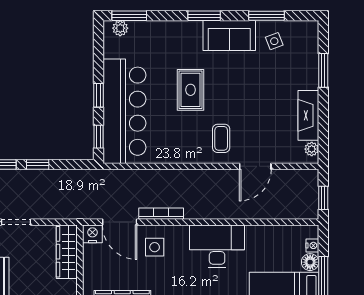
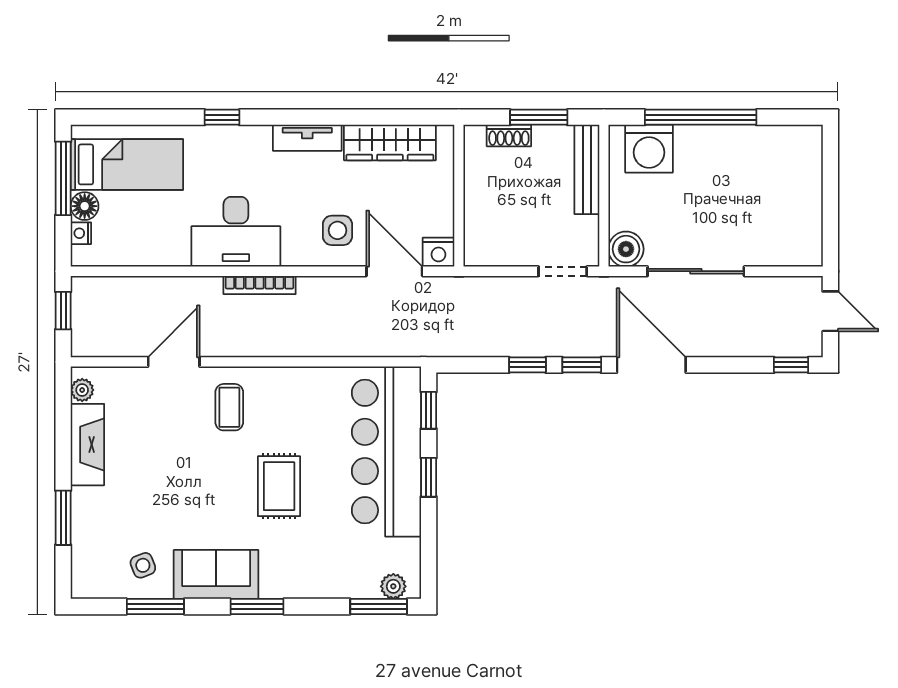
bookcase: (161, 214) -> (260, 285), moved
wardrobe: (67, 252) -> (480, 223), removed

